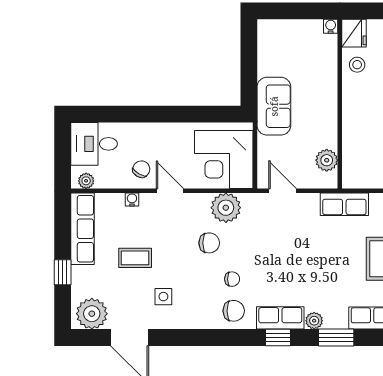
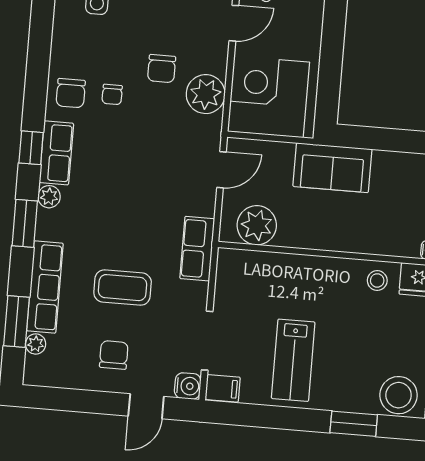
plant: (327, 160) -> (257, 225), width x1.36, depth x1.36

